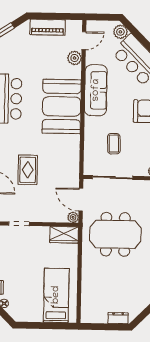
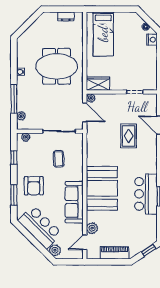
meeting table: (115, 234) -> (57, 66), moved
dresser: (118, 318) -> (66, 16), moved

